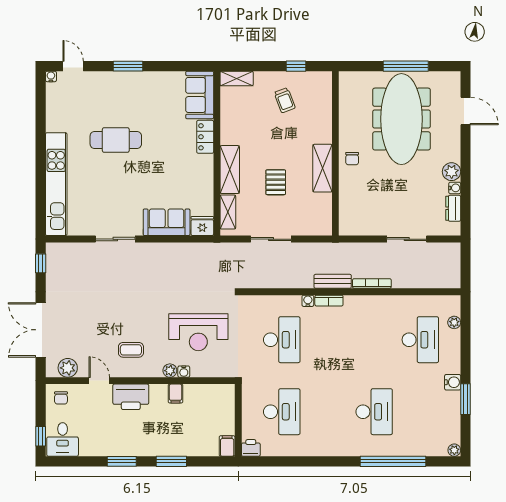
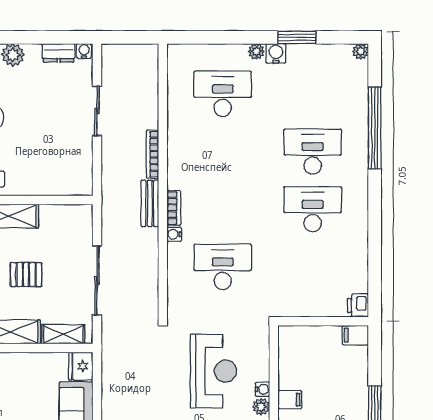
water cooler: (455, 188) -> (84, 51), moved
sliding door: (271, 239) -> (97, 280), width x1.37
plant: (454, 322) -> (256, 51), moved
desk: (282, 412) -> (313, 209), moved

